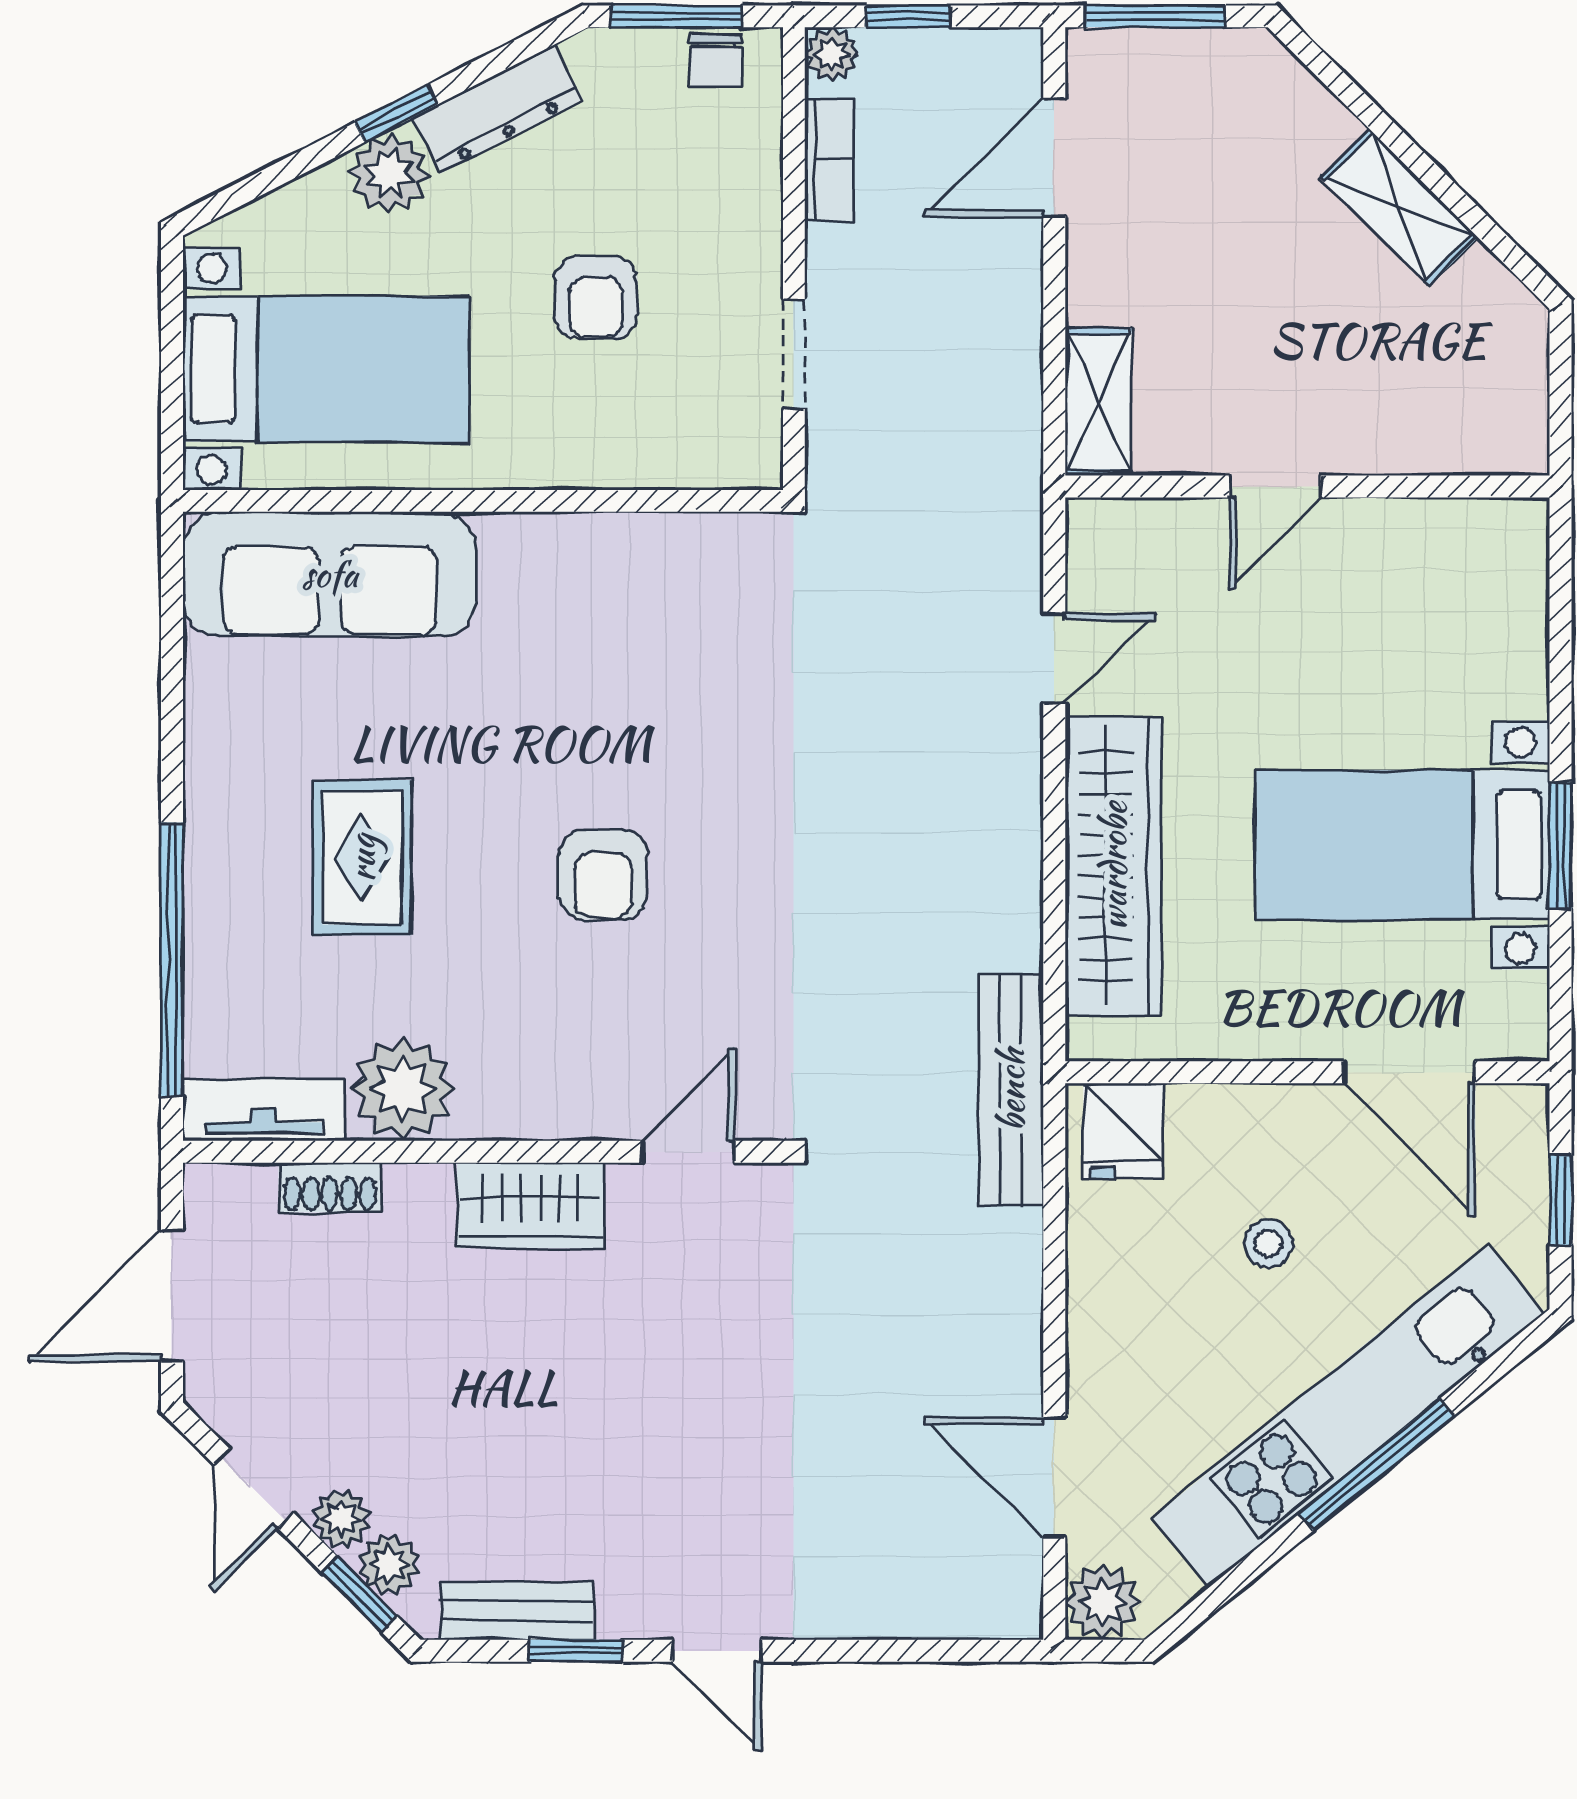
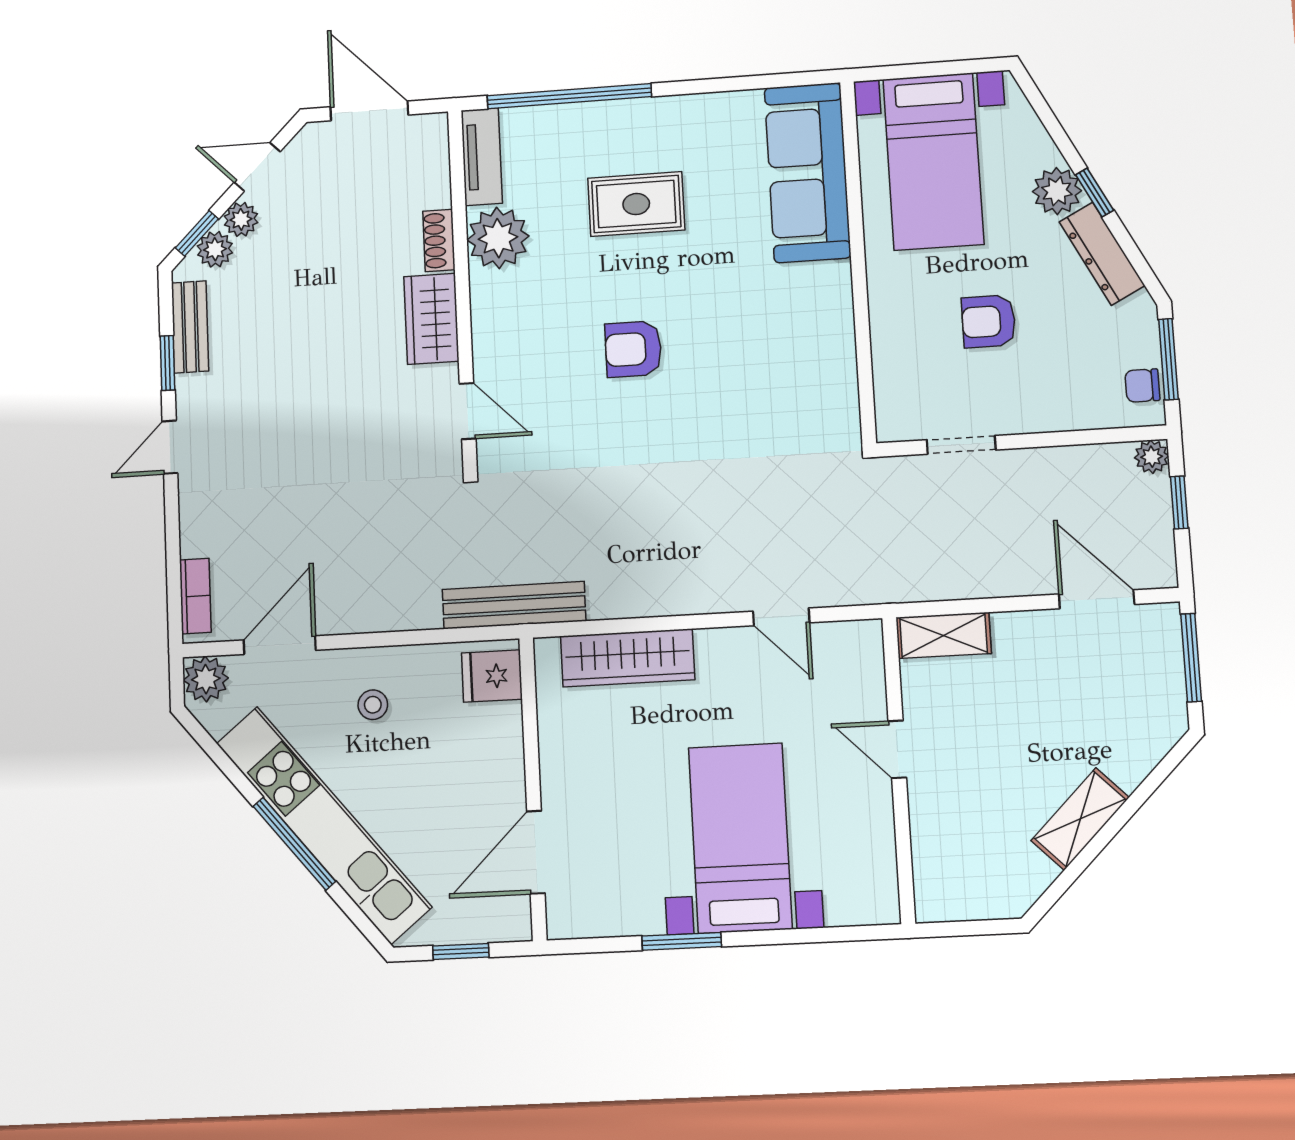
bookcase: (829, 160) -> (195, 596), moved, turned -90
bed with nightstands: (1403, 845) -> (740, 838), moved
wardrobe: (1113, 866) -> (628, 658), width x0.71, depth x0.85
shoe rack: (330, 1187) -> (439, 240), moved
stool: (1269, 1243) -> (373, 705), moved

